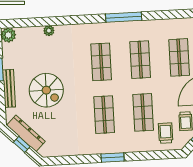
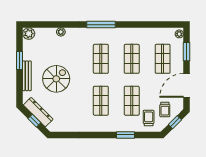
window: (124, 17) -> (101, 25), moved
spiral stairs: (46, 90) -> (56, 79), turned -90
window: (113, 158) -> (125, 135), moved

